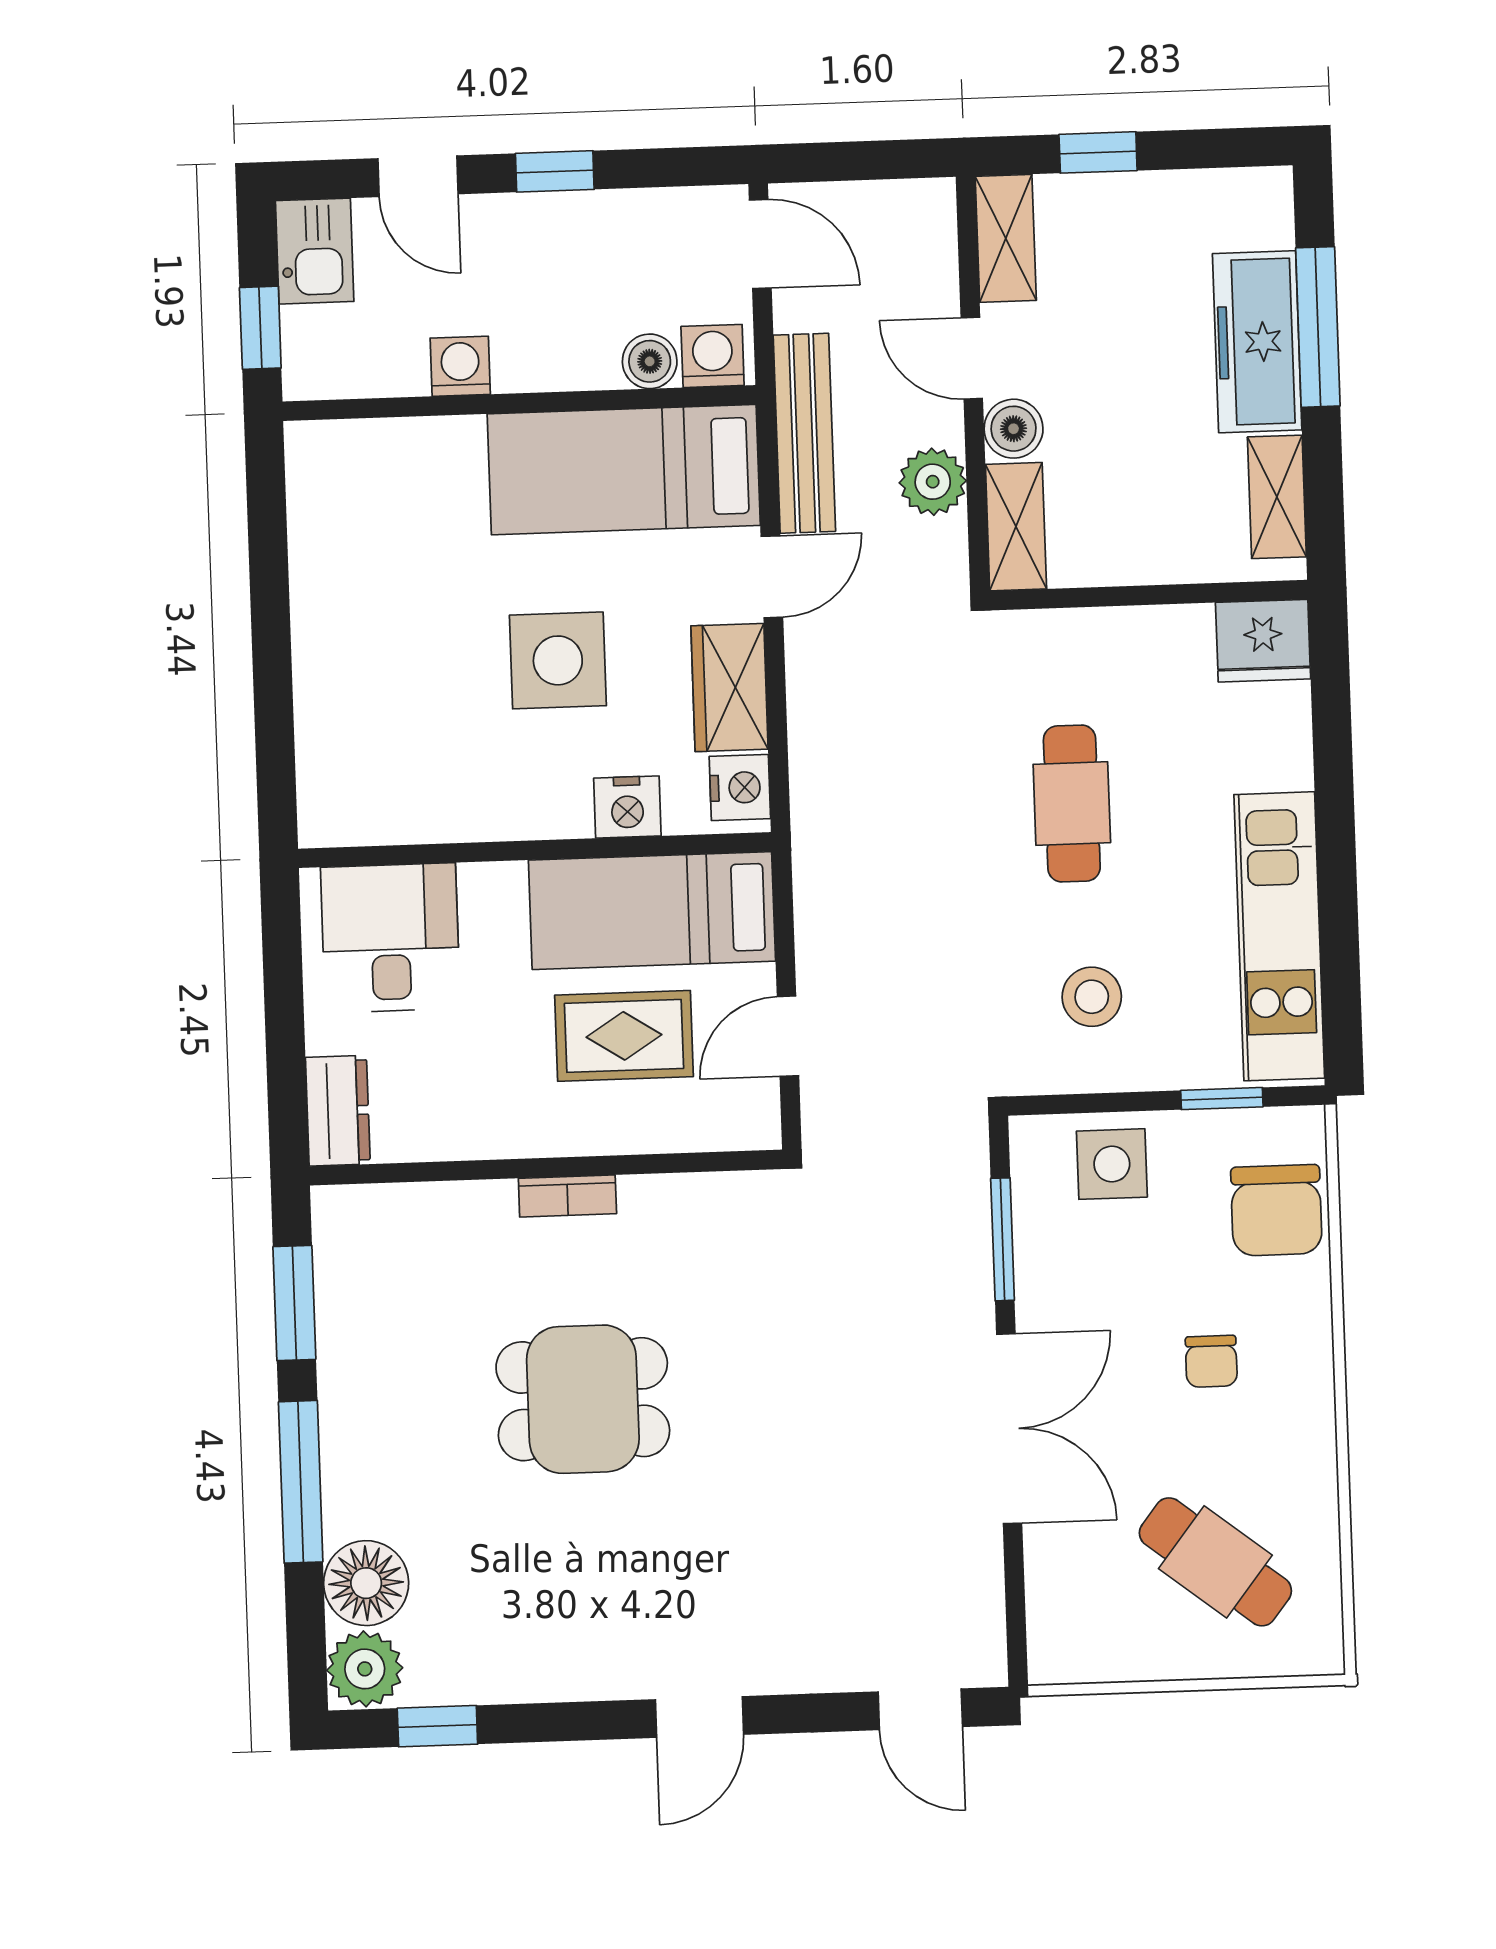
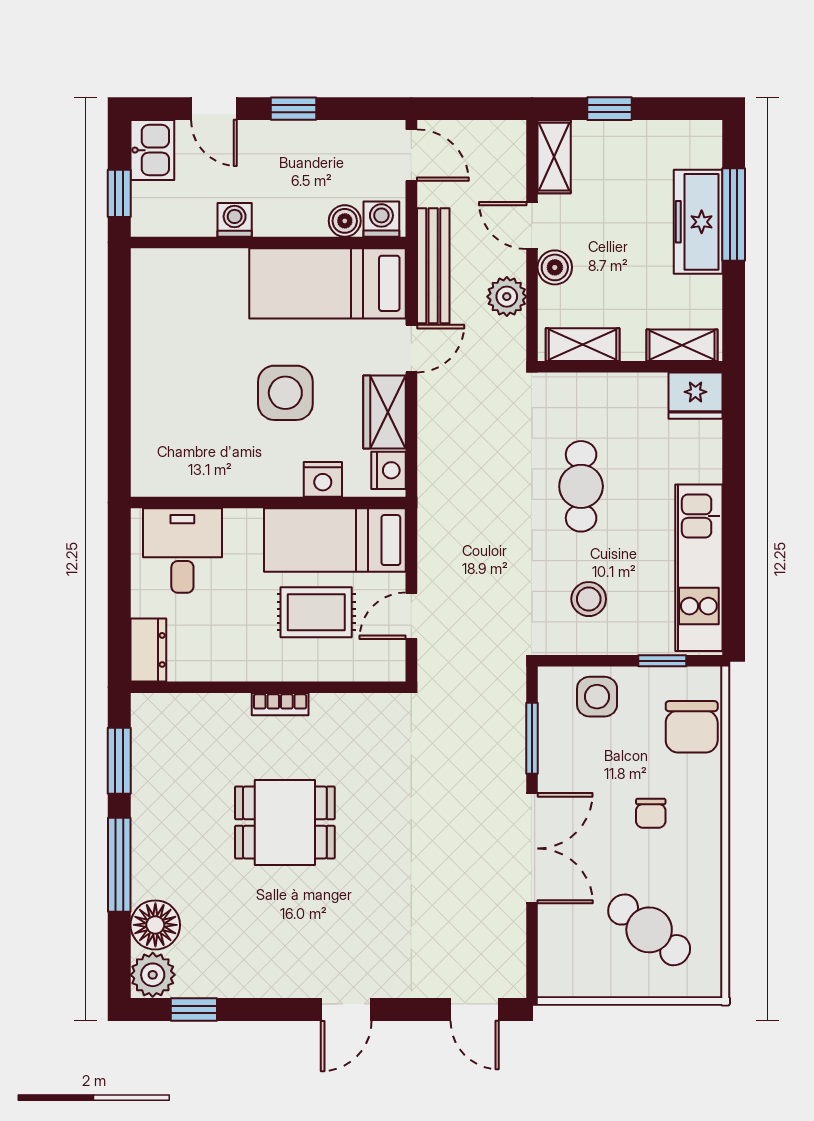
shelving: (1277, 497) -> (682, 345), moved, turned 90
shelving: (1016, 527) -> (583, 345), moved, turned 90

